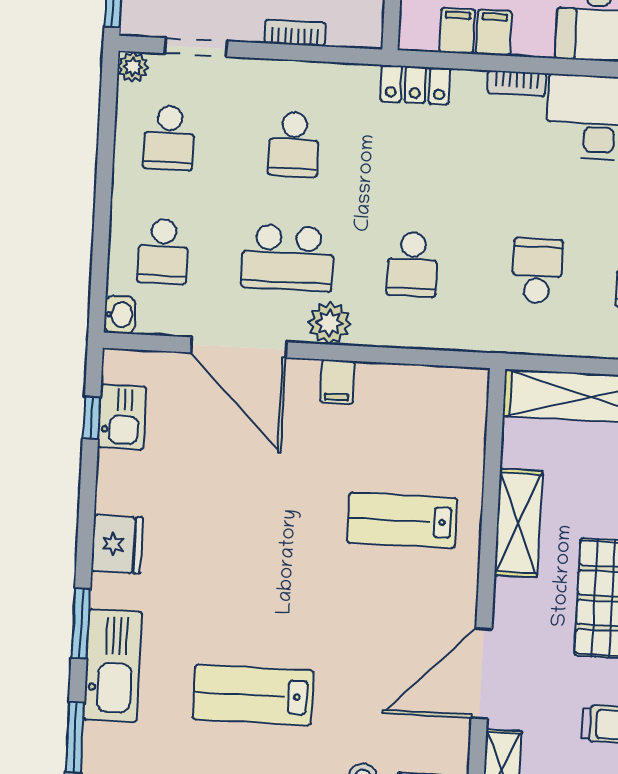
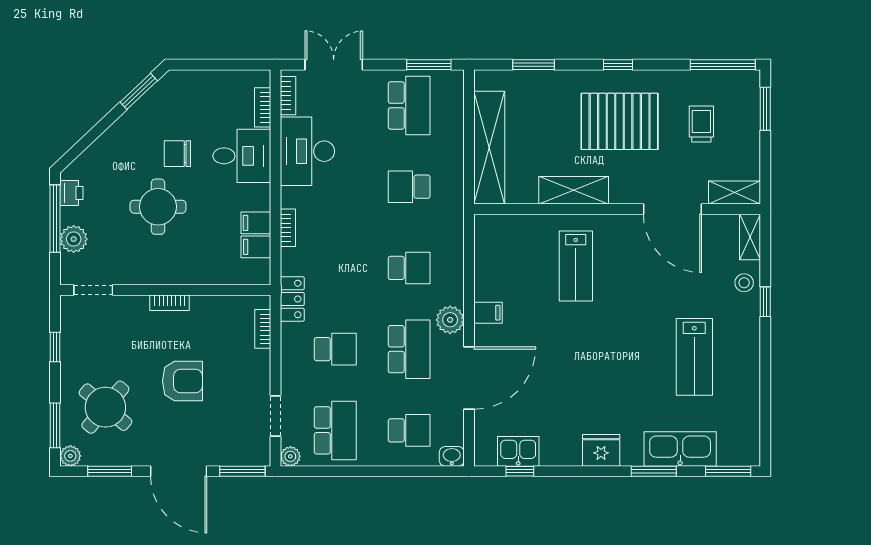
bookcase: (295, 33) -> (263, 329), moved
bookcase: (517, 83) -> (288, 228), moved
locker: (415, 85) -> (292, 299), moved
school desk: (169, 138) -> (335, 430), width x1.85

